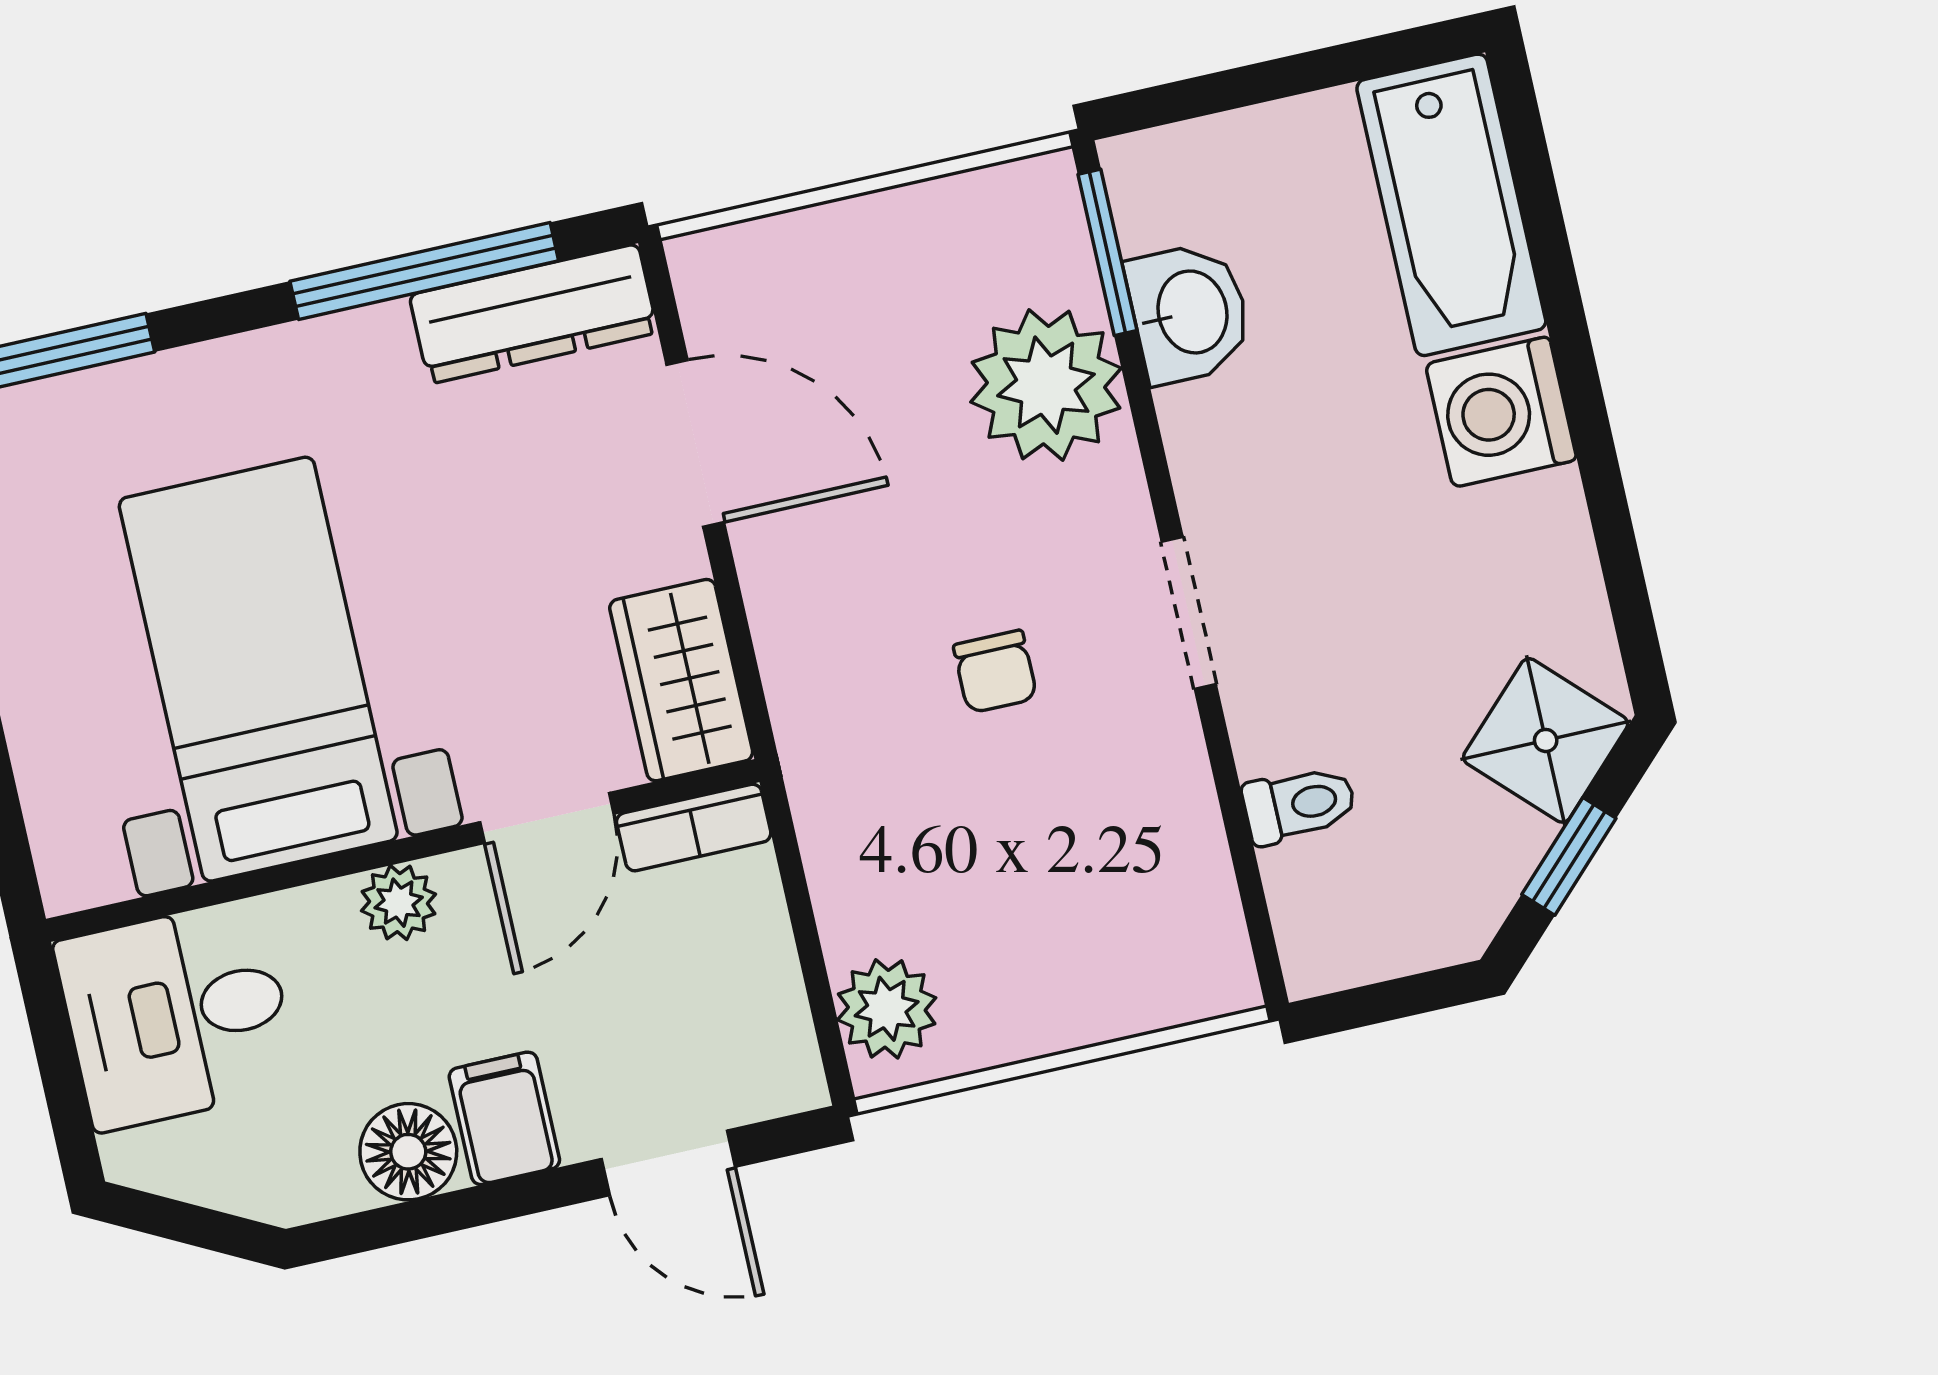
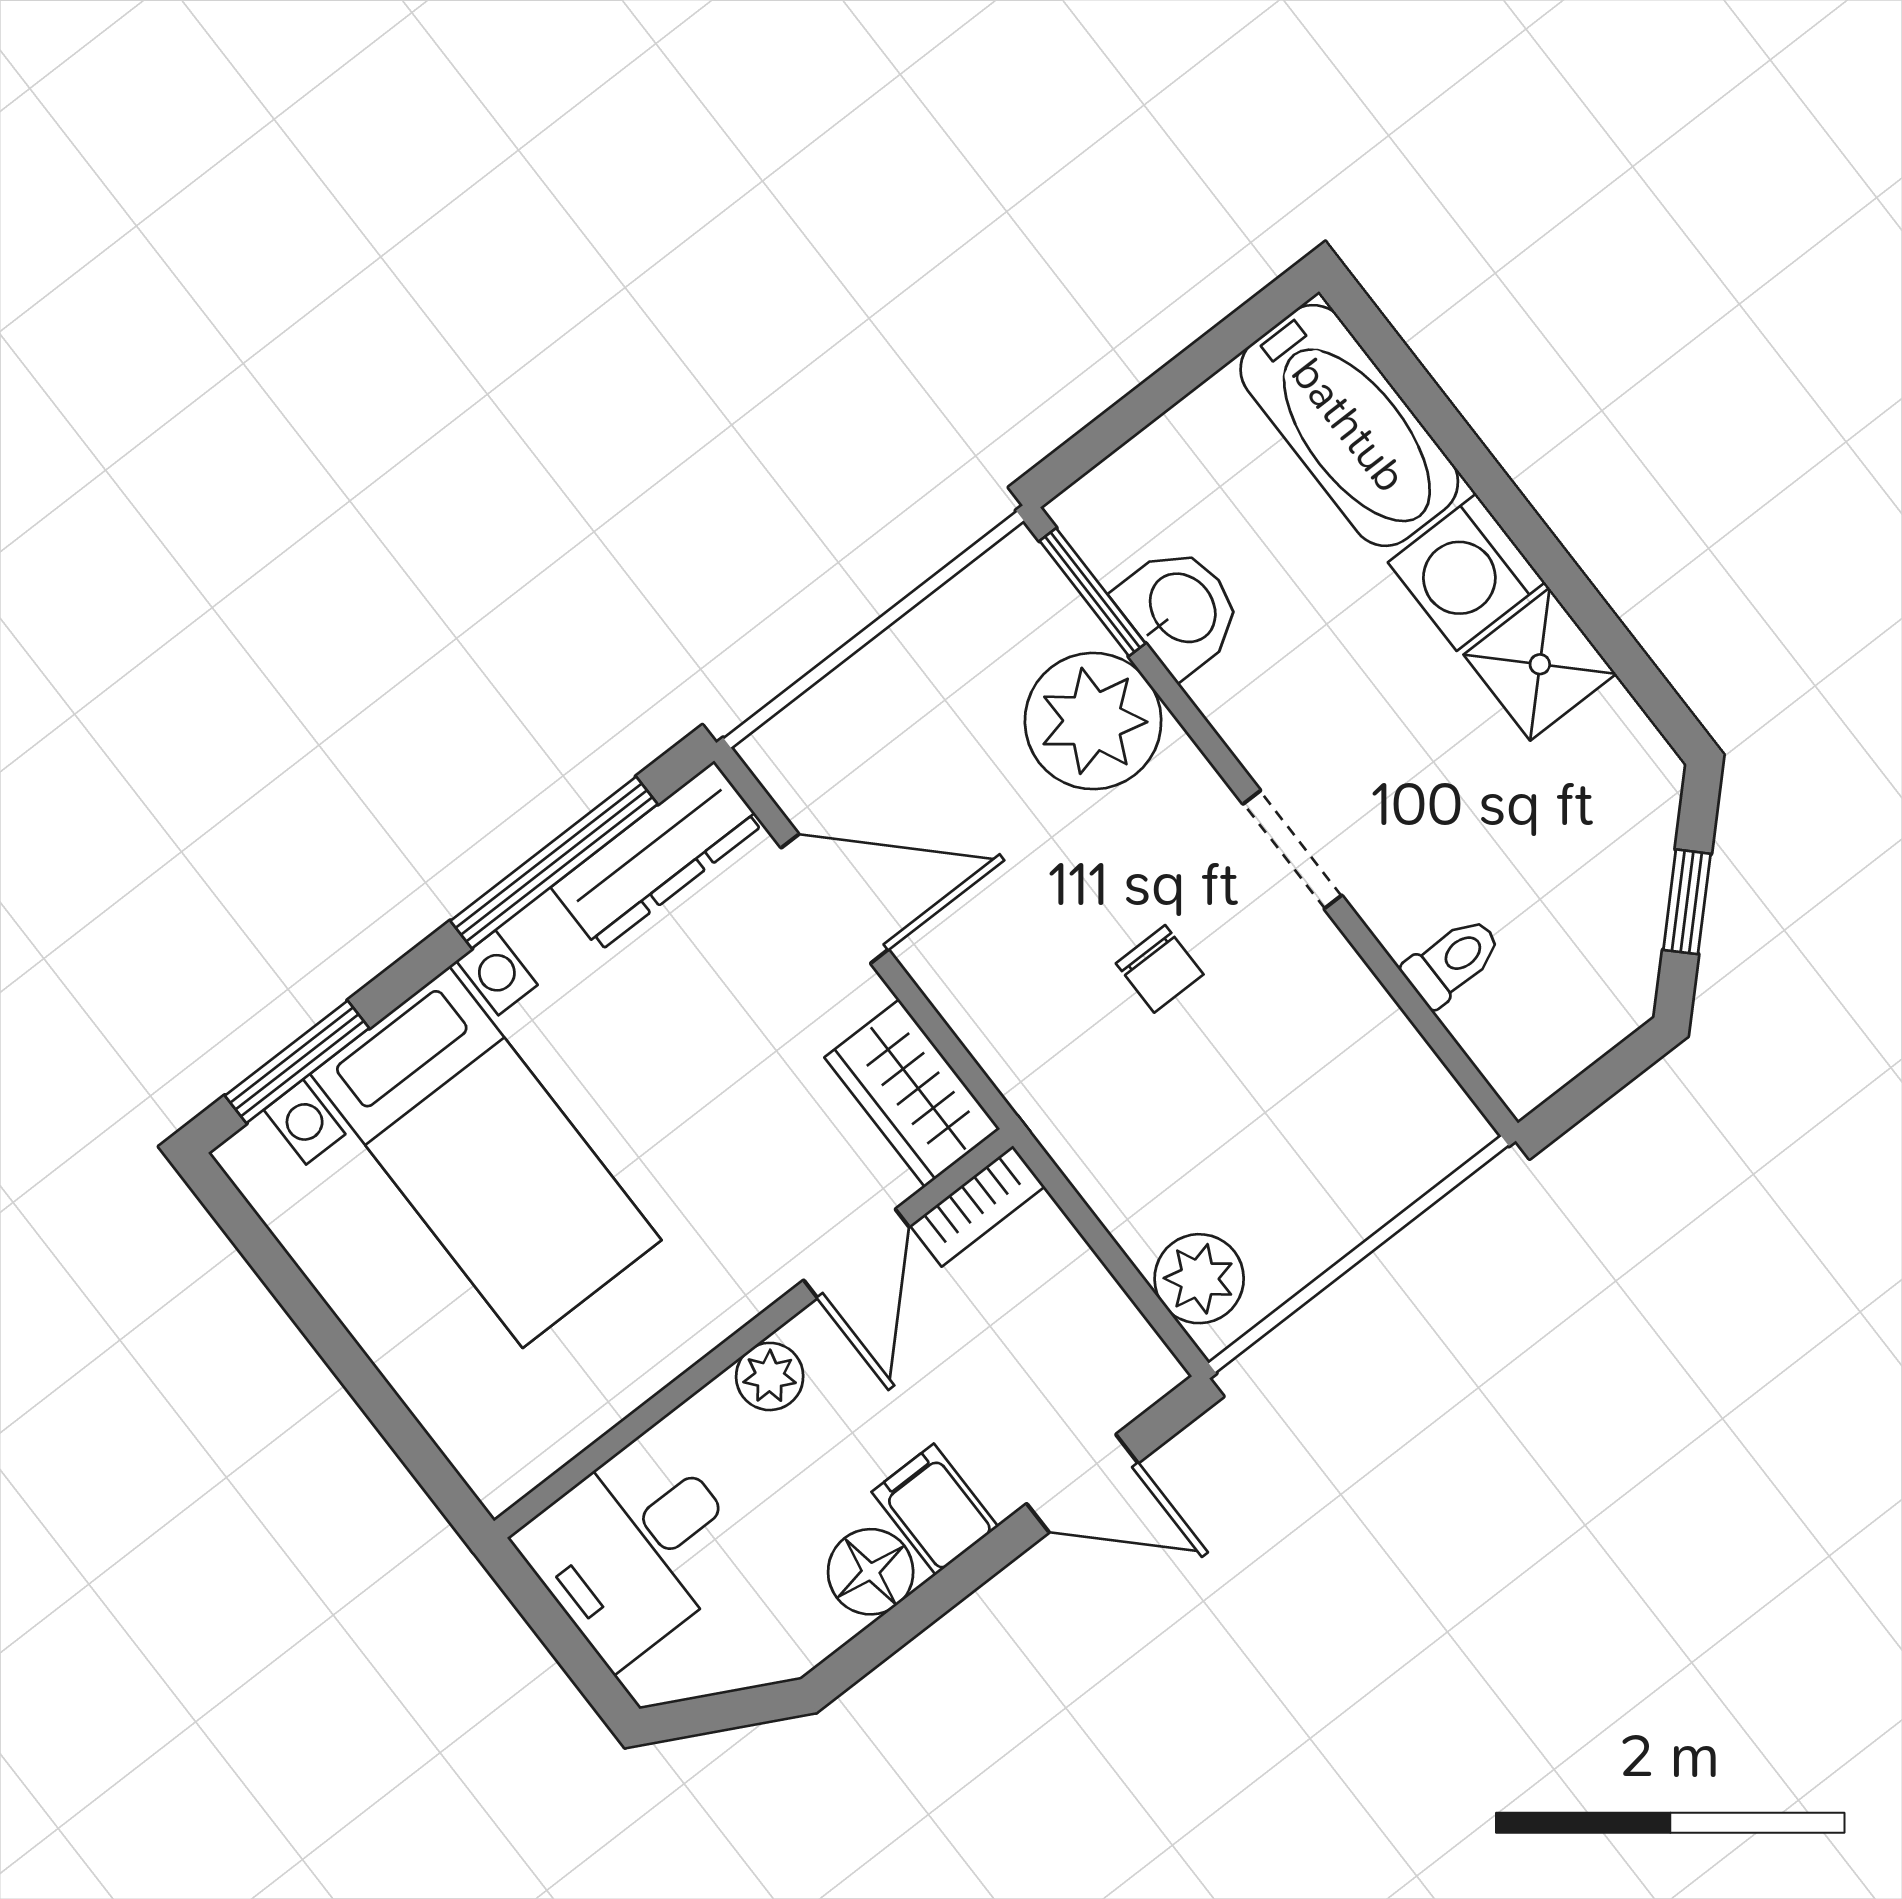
bed with nightstands: (258, 669) -> (486, 1157), moved, turned 180
shower: (1546, 740) -> (1540, 664), moved, turned 45

